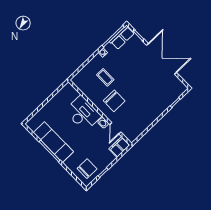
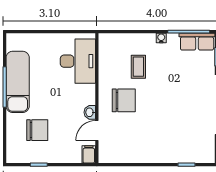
chair: (114, 101) -> (124, 100), turned -90
desk: (83, 113) -> (78, 61), moved
filing cabinet: (119, 147) -> (89, 154), width x0.50
chair: (87, 169) -> (37, 130), moved

